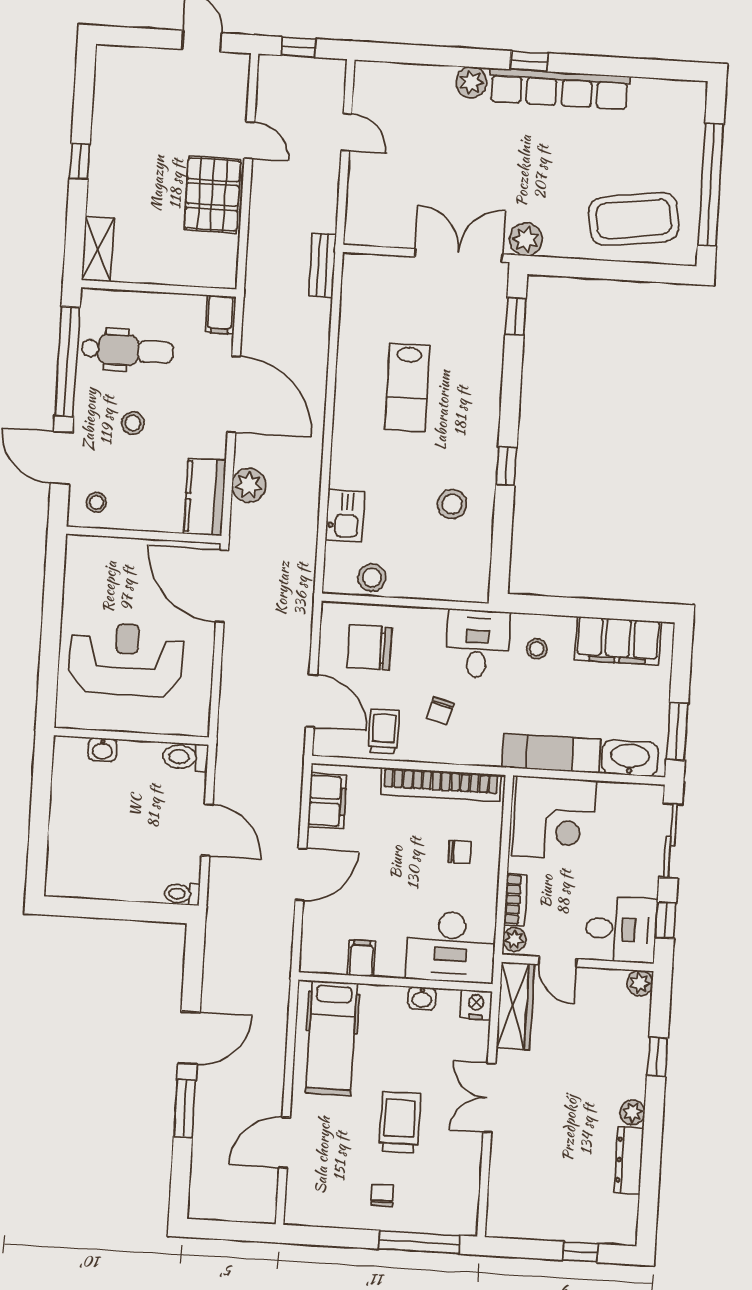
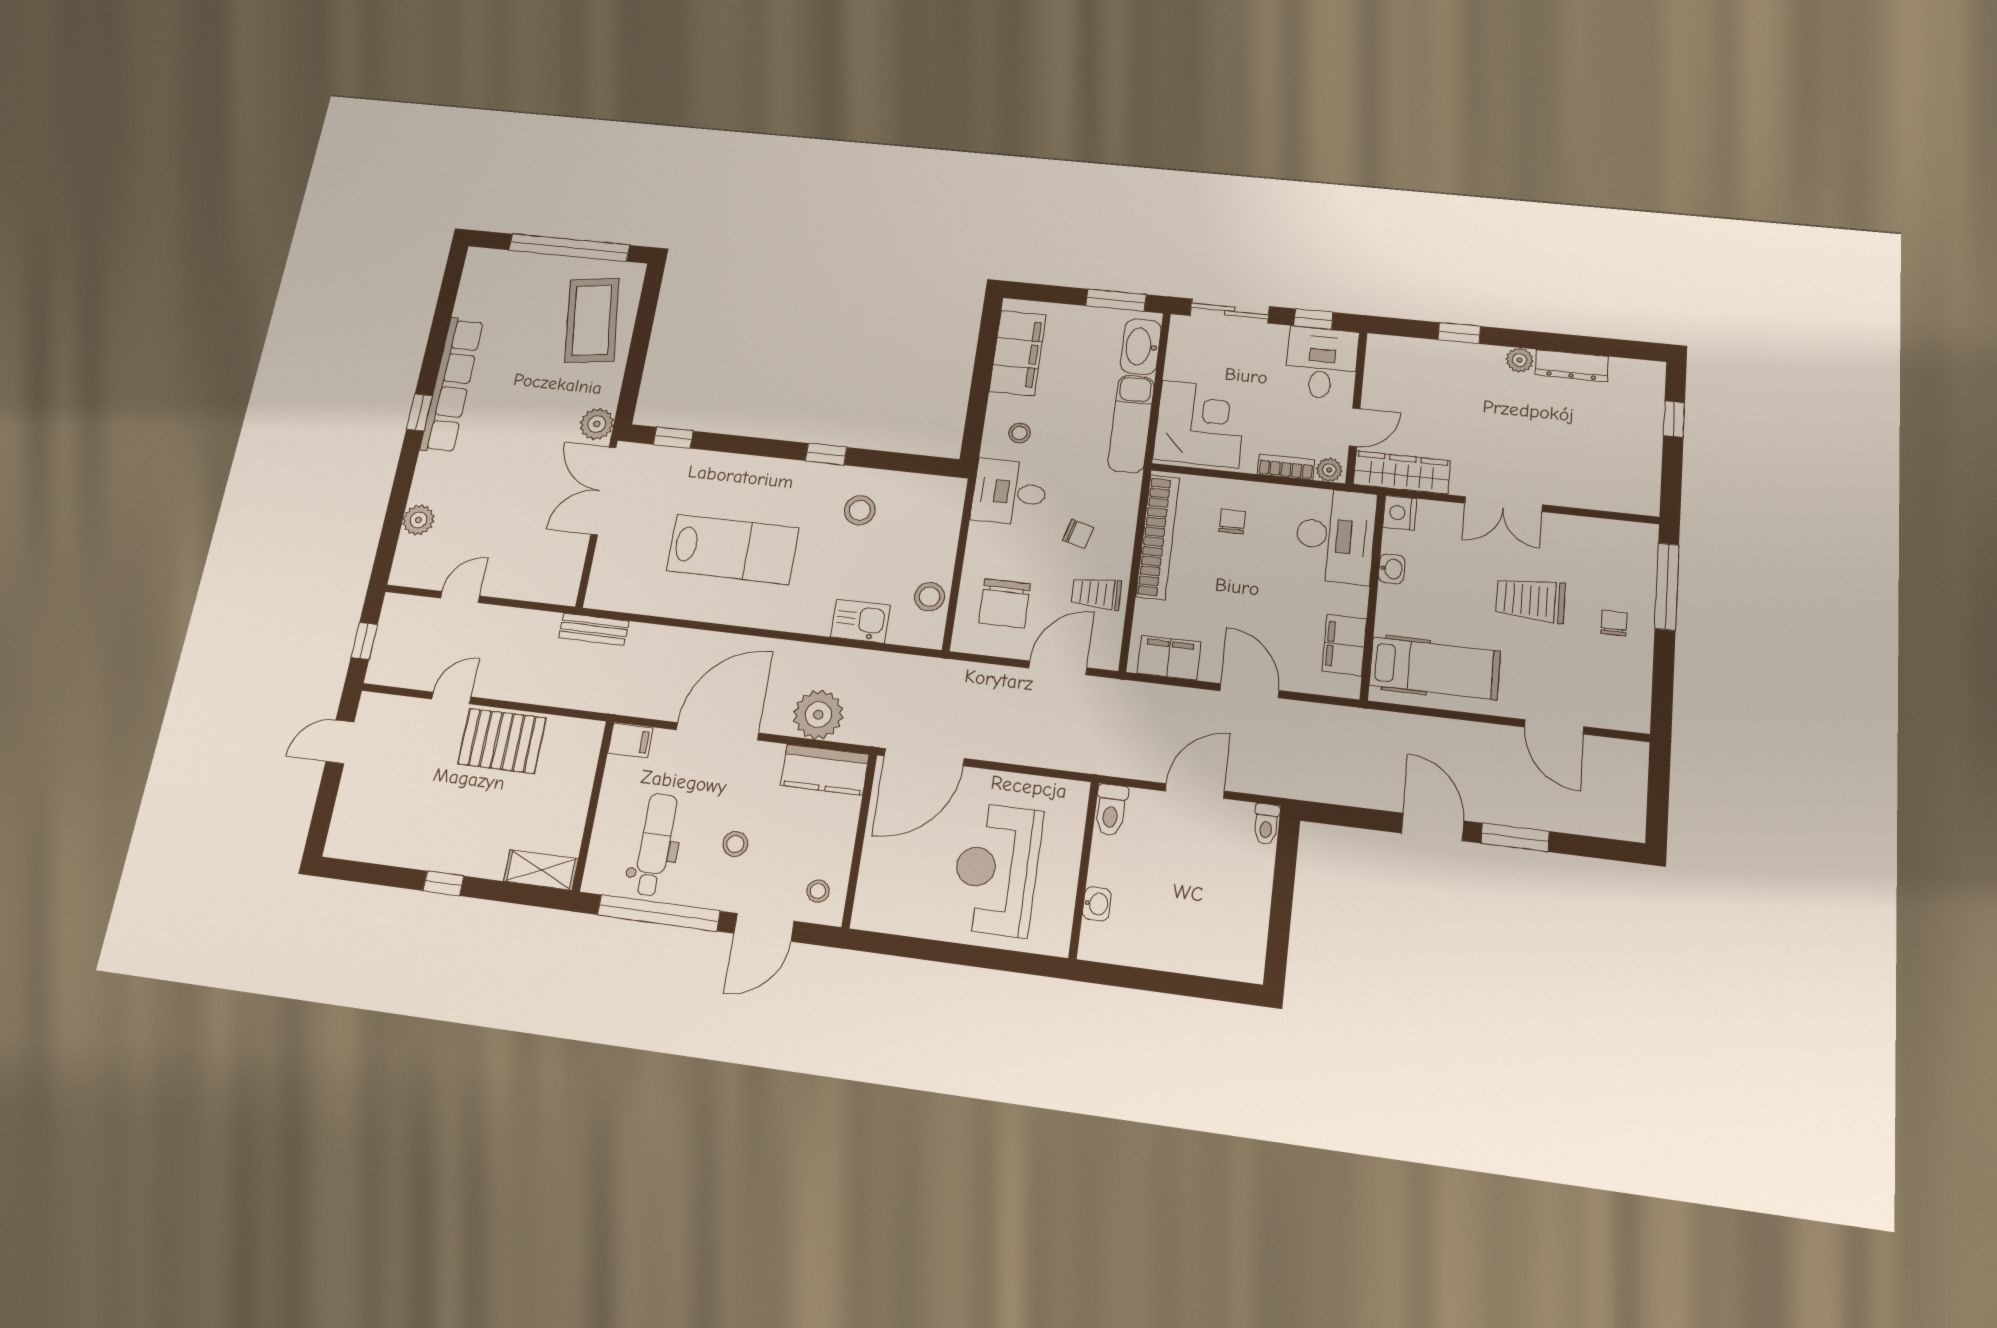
plant: (471, 82) -> (418, 520), moved
lab bench: (407, 388) -> (733, 549), width x1.36, depth x1.39
plant: (249, 485) -> (818, 715), width x1.36, depth x1.36
filing cabinet: (362, 958) -> (1344, 645), width x2.00
plant: (640, 983) -> (1380, 347), removed
chair: (382, 1195) -> (1614, 623), turned 90

